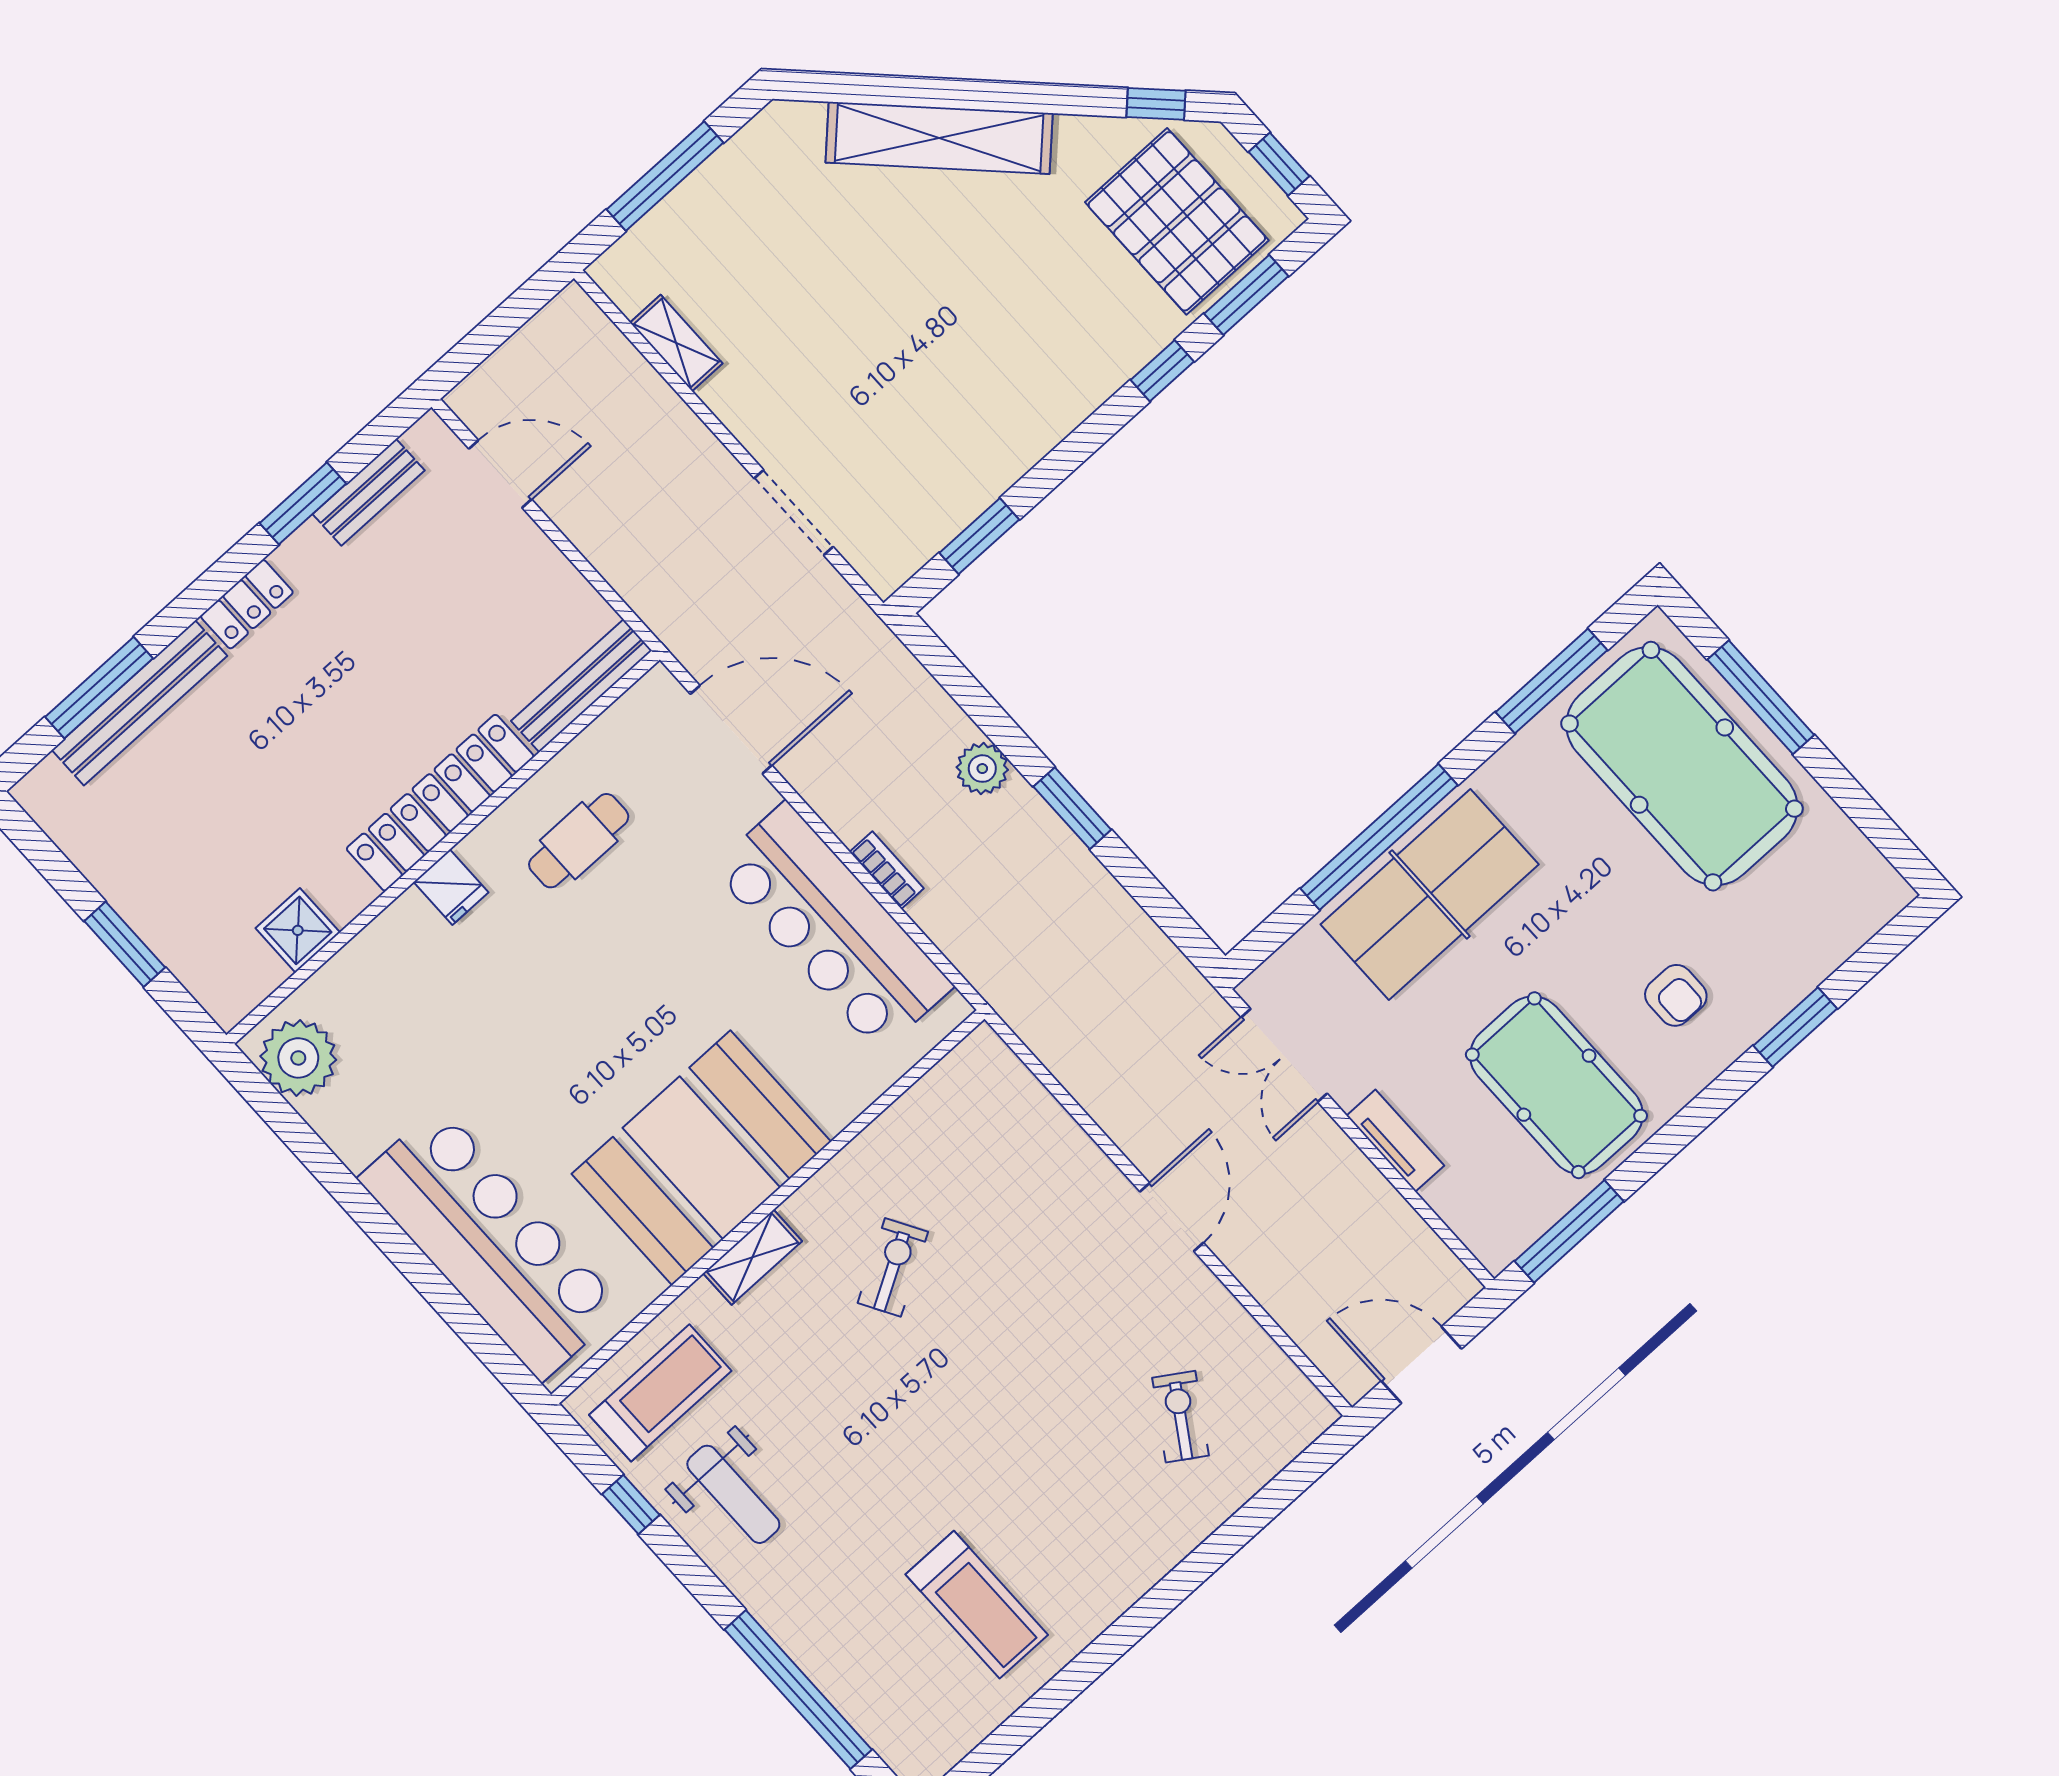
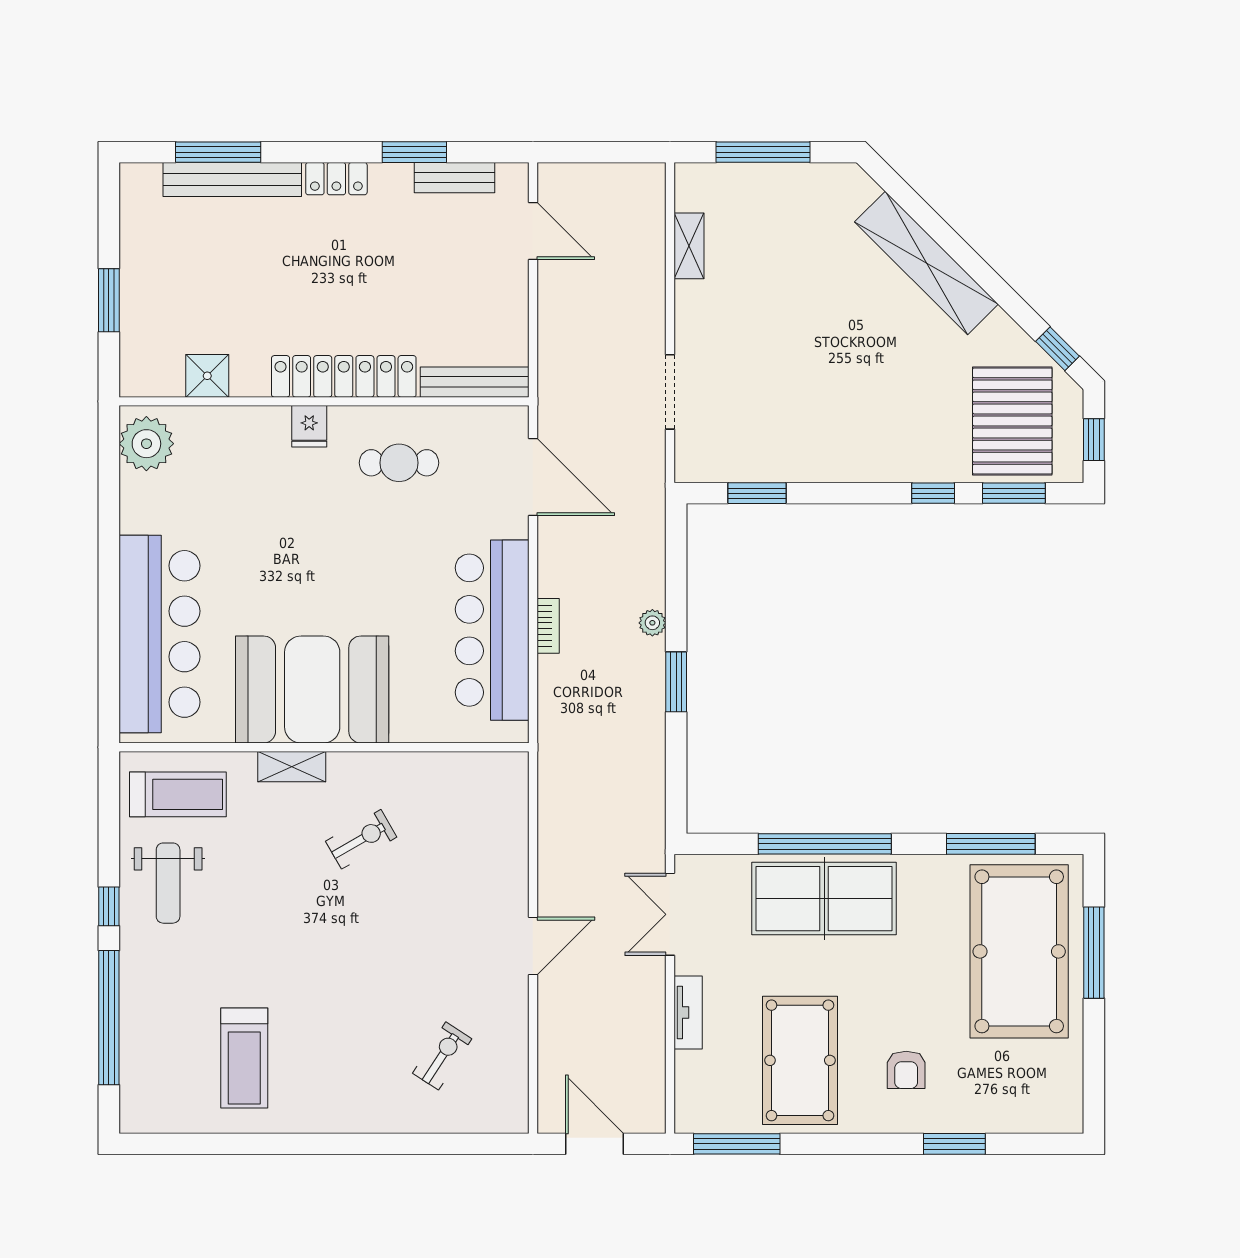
plant: (982, 769) -> (652, 623), width x0.73, depth x0.73
window: (631, 1504) -> (109, 906), moved

